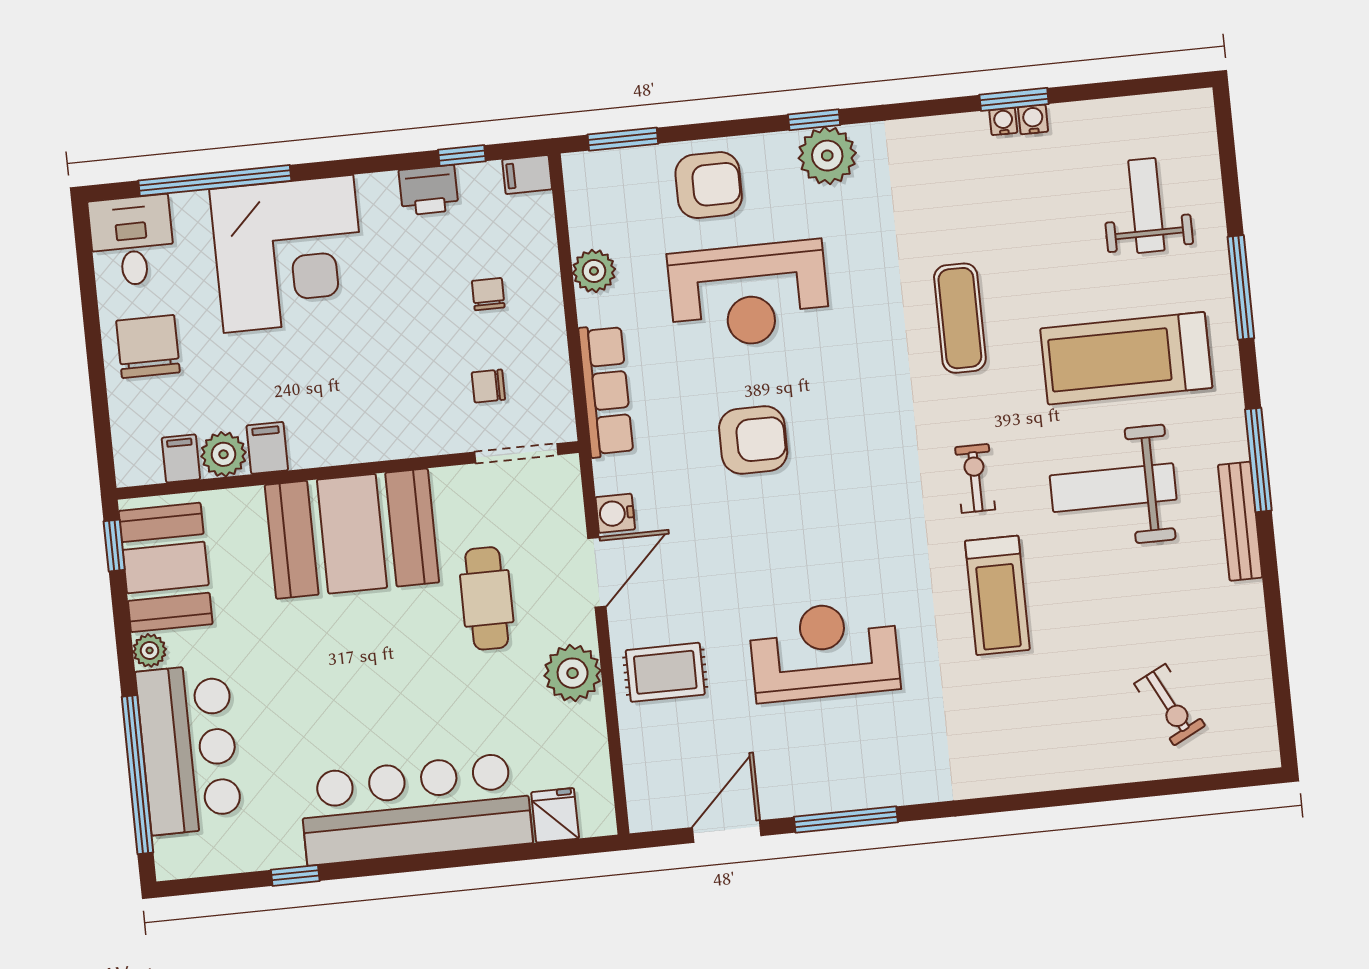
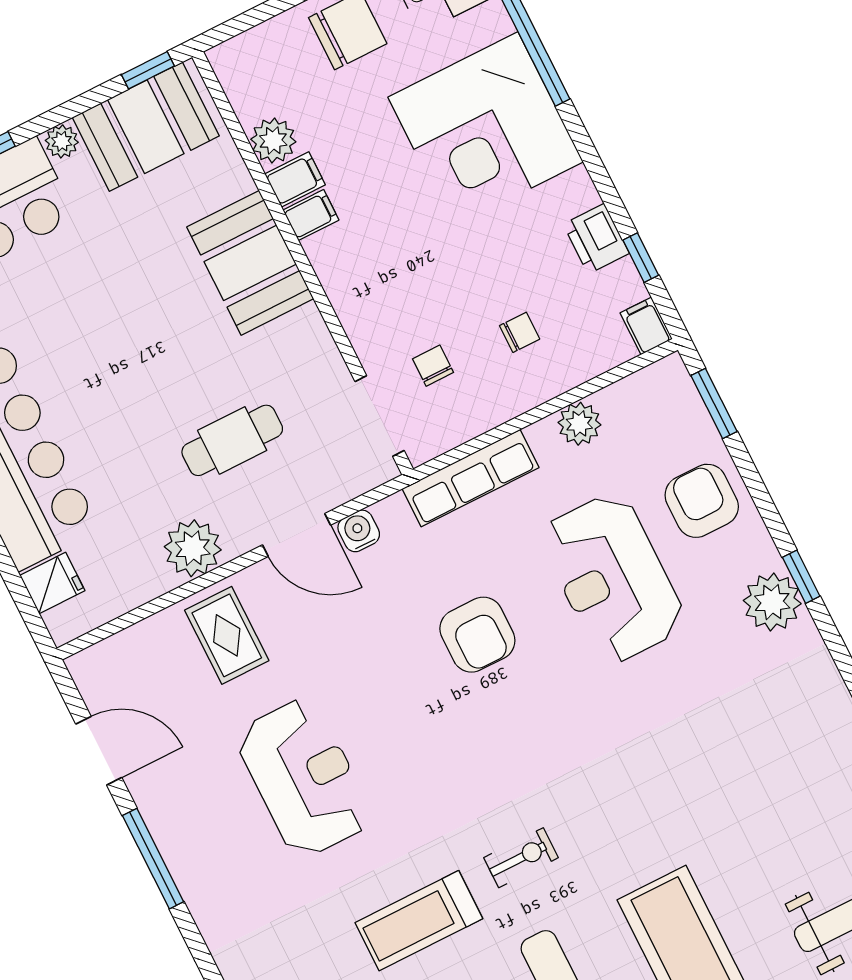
armchair: (709, 185) -> (702, 501), turned 180
exercise mat: (960, 318) -> (667, 786), removed
filing cabinet: (181, 459) -> (311, 215), moved
booth: (352, 534) -> (250, 263), width x0.73, depth x0.70

